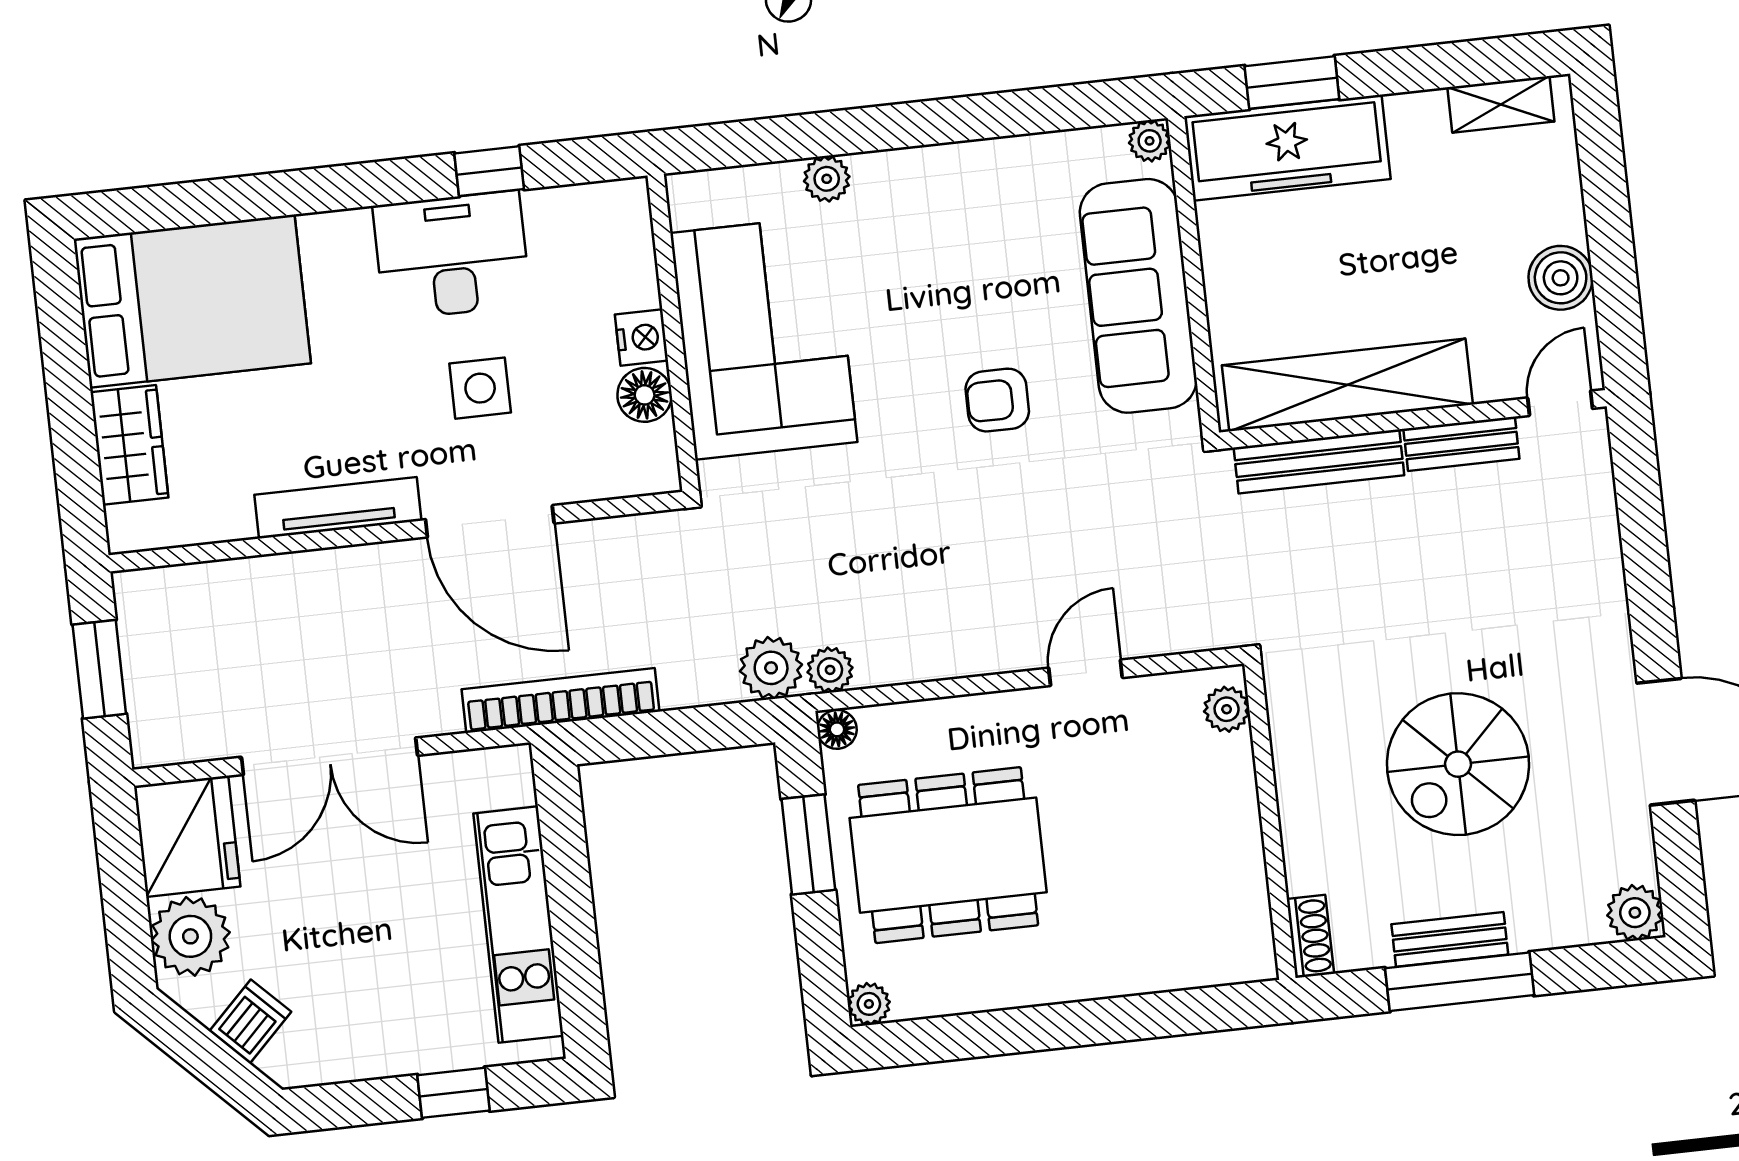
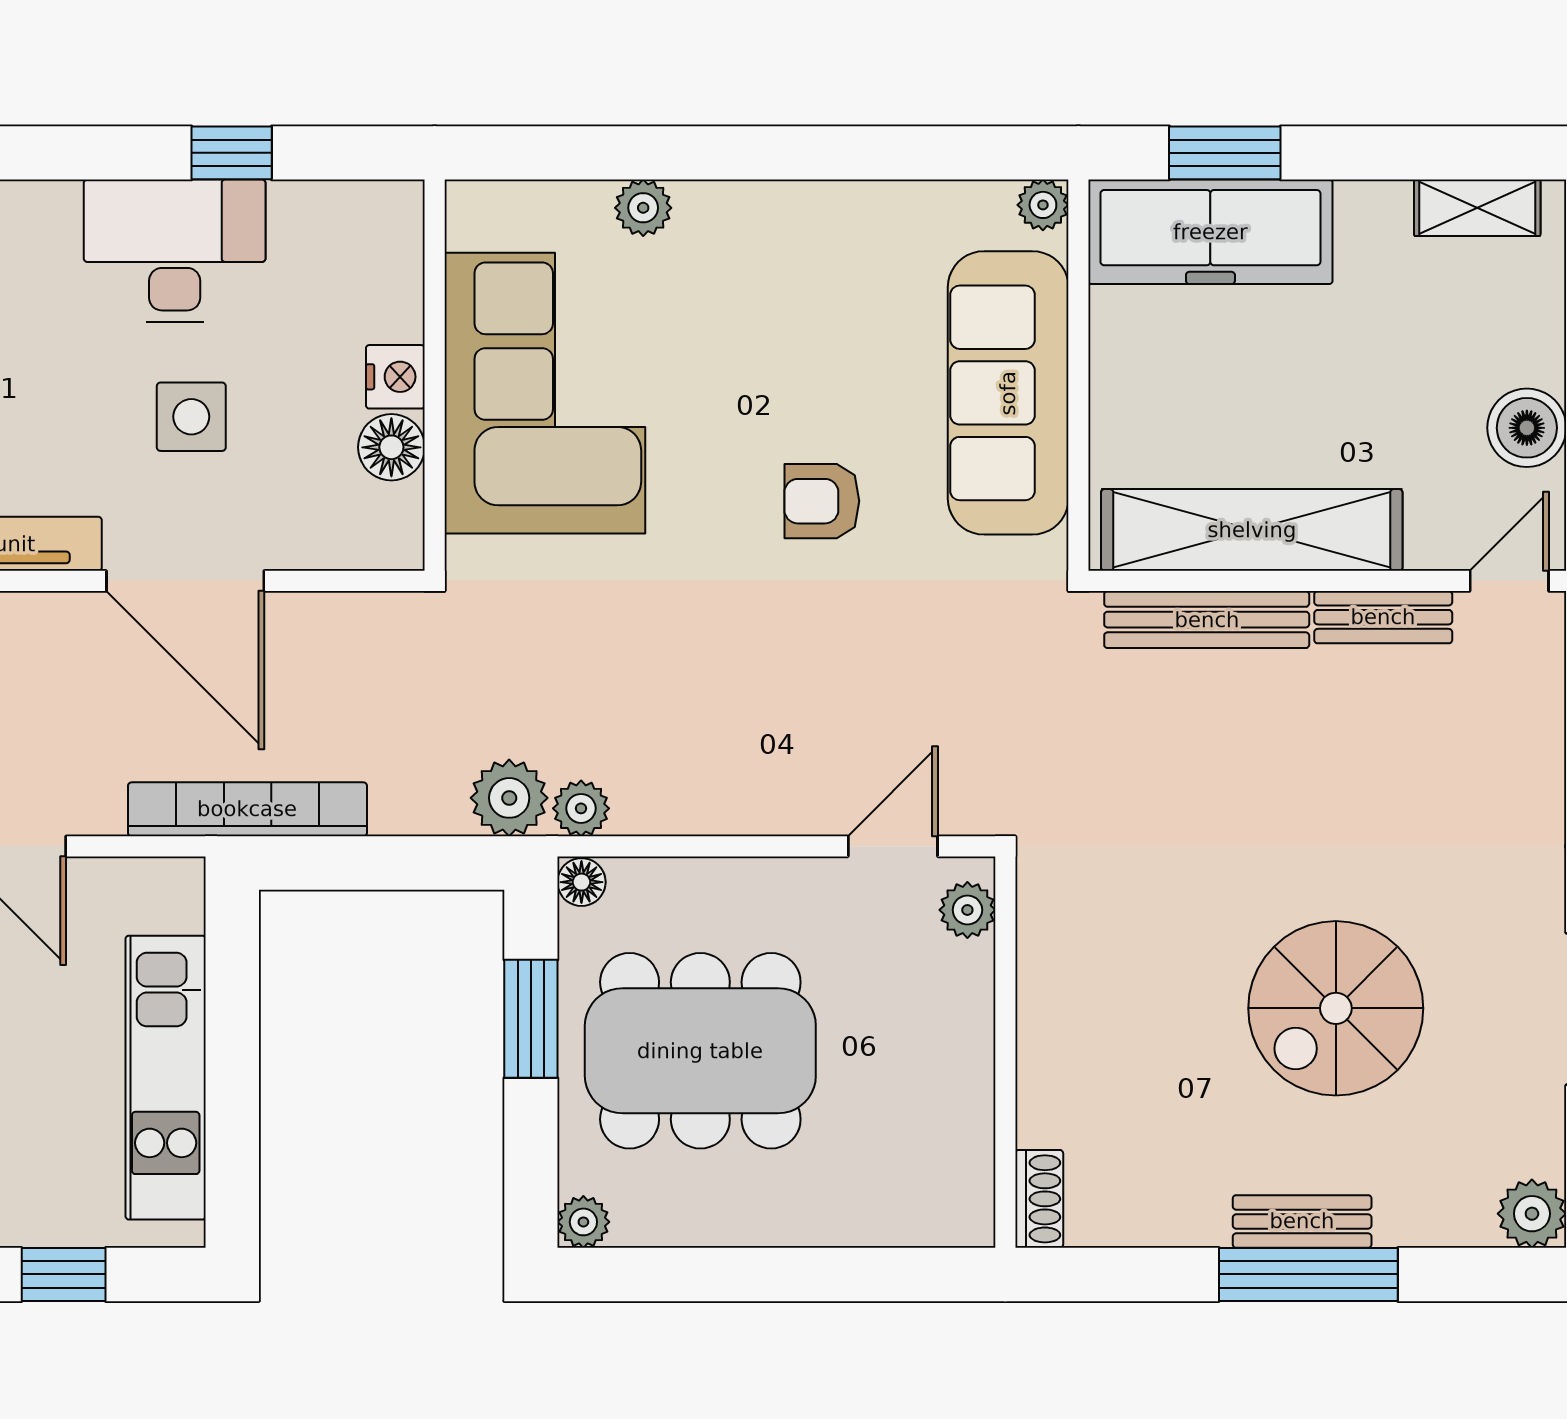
plant: (1227, 709) -> (967, 910), moved
wall: (1270, 821) -> (1005, 1052), moved
shoe rack: (1310, 936) -> (1039, 1199), moved

